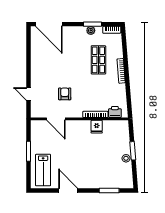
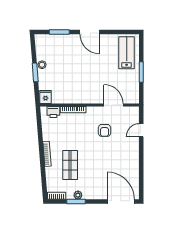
door: (29, 94) -> (141, 130), swing flipped
fridge: (97, 127) -> (45, 97), moved
door: (68, 190) -> (90, 32), moved

